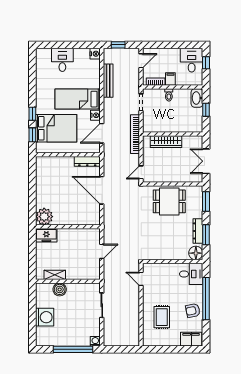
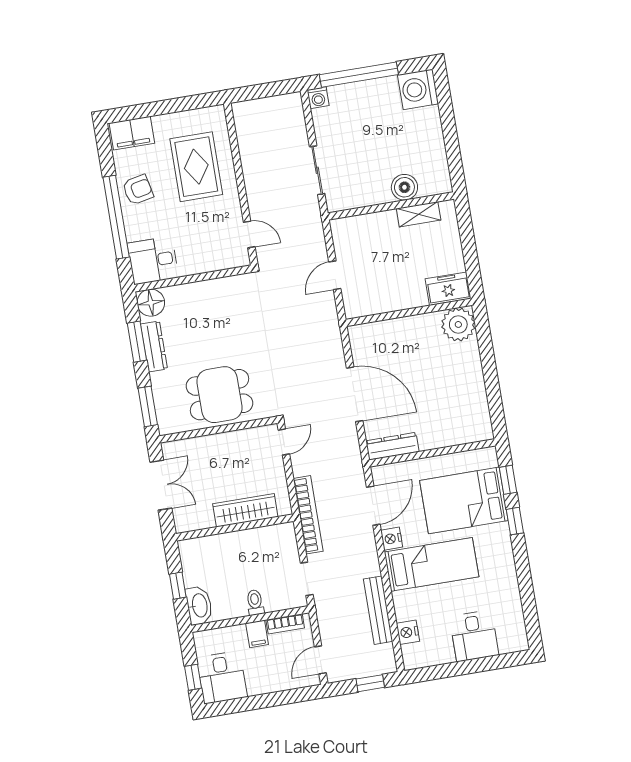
nightstand: (95, 54) -> (408, 632), moved
washing machine: (45, 317) -> (418, 89), moved
rug: (162, 317) -> (196, 167), width x1.36, depth x1.43

